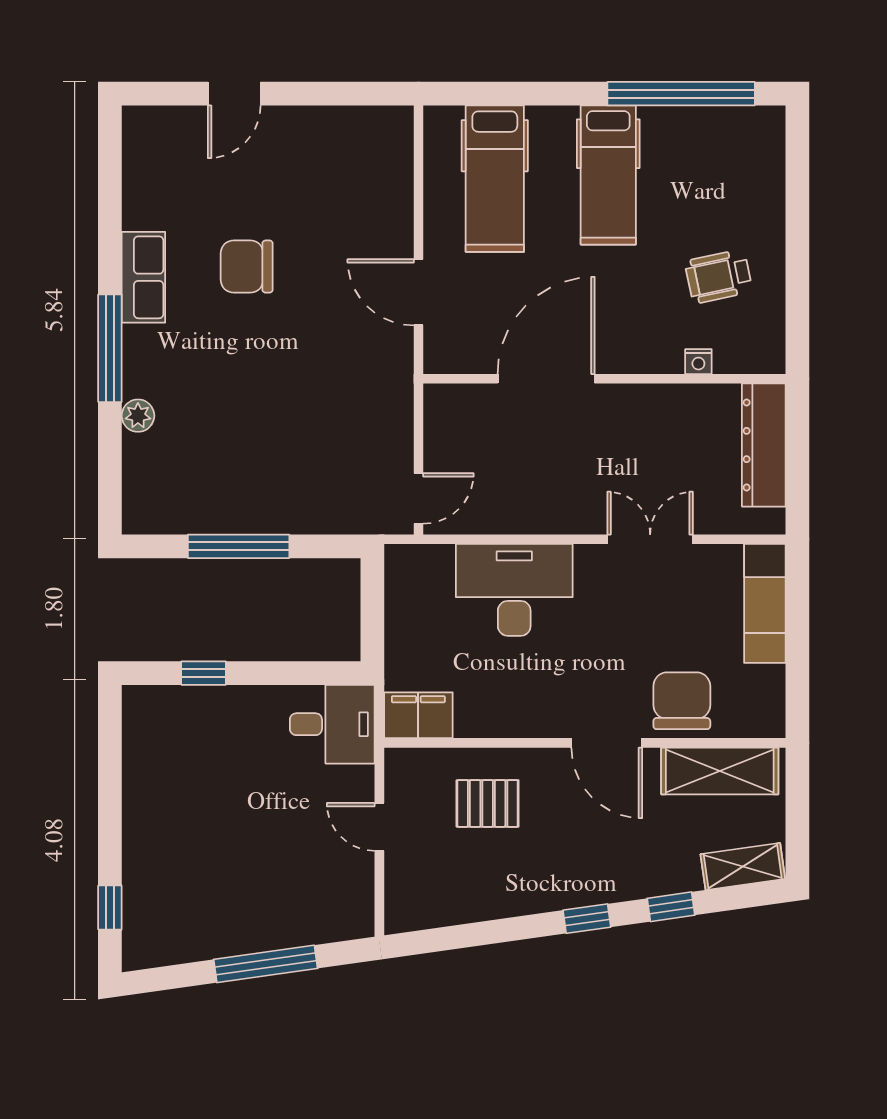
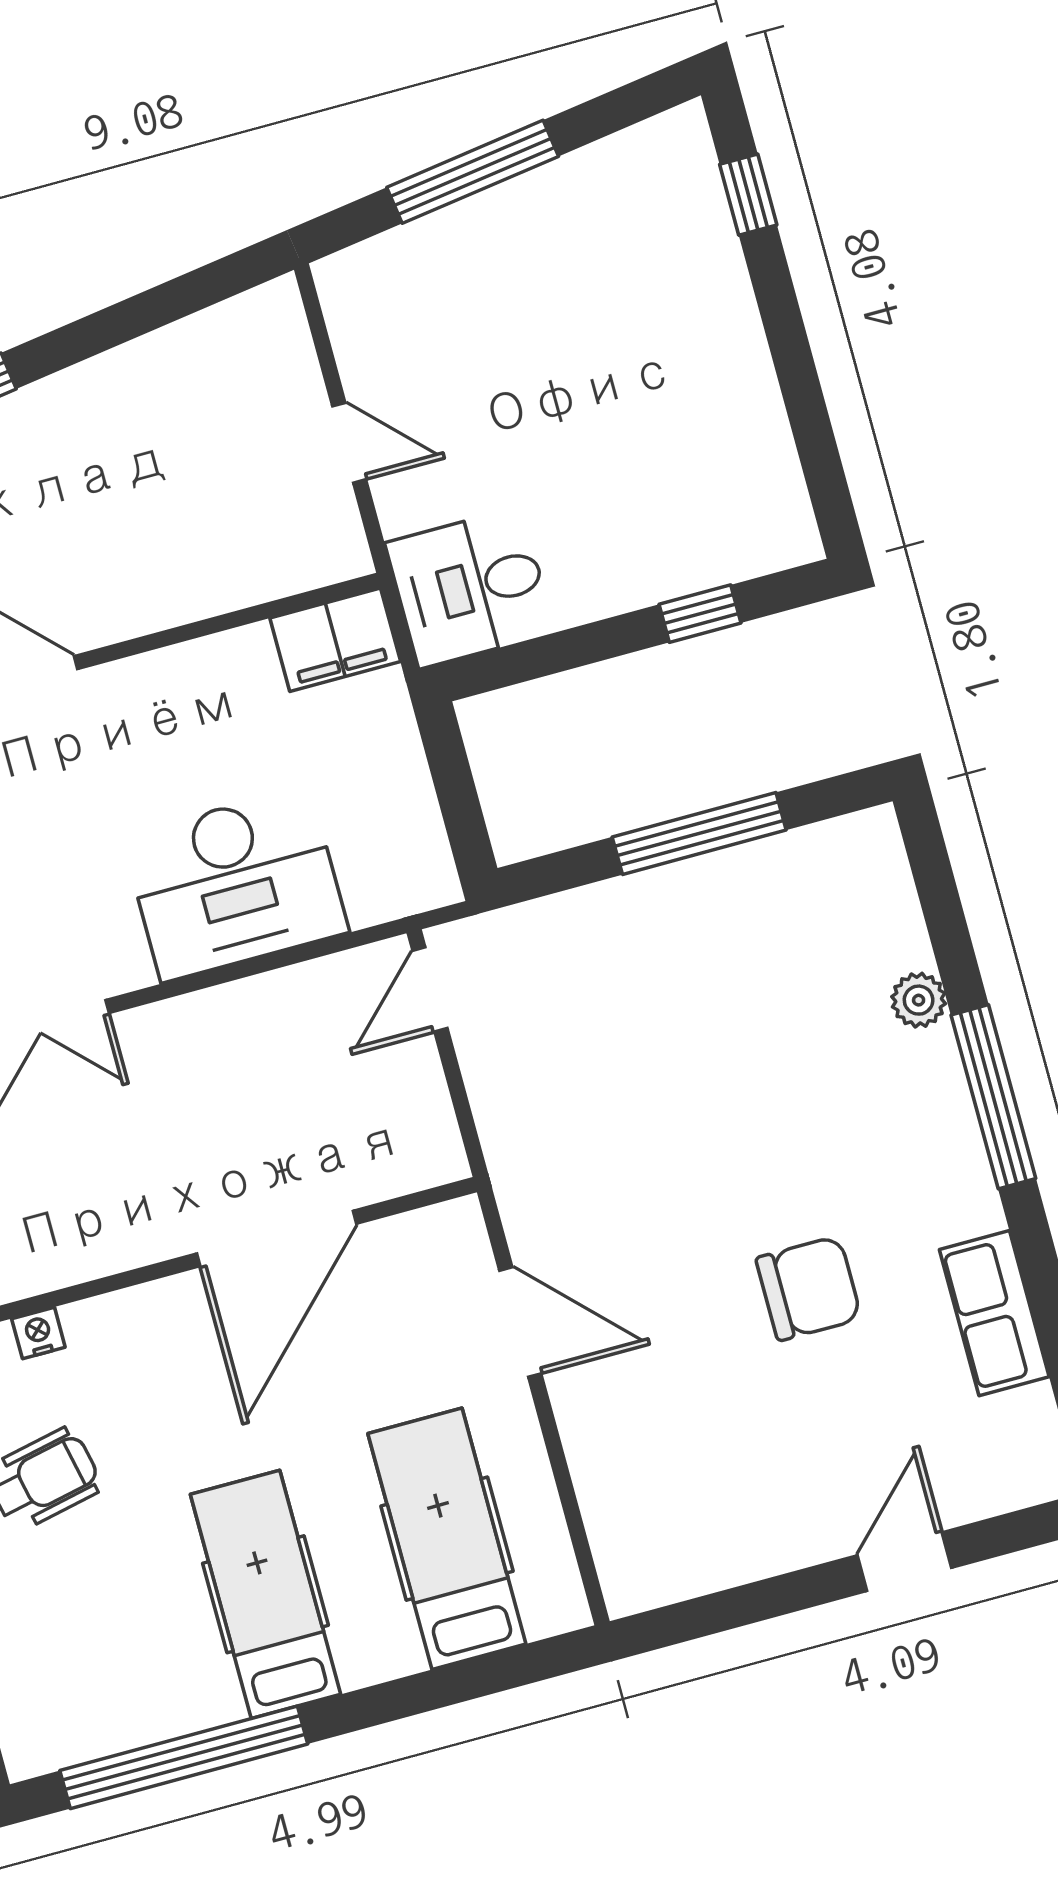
row of seats: (143, 277) -> (994, 1313), moved
pallet: (488, 803) -> (185, 528), removed

